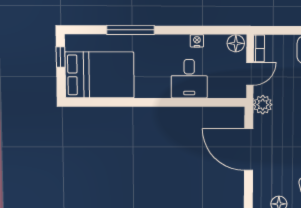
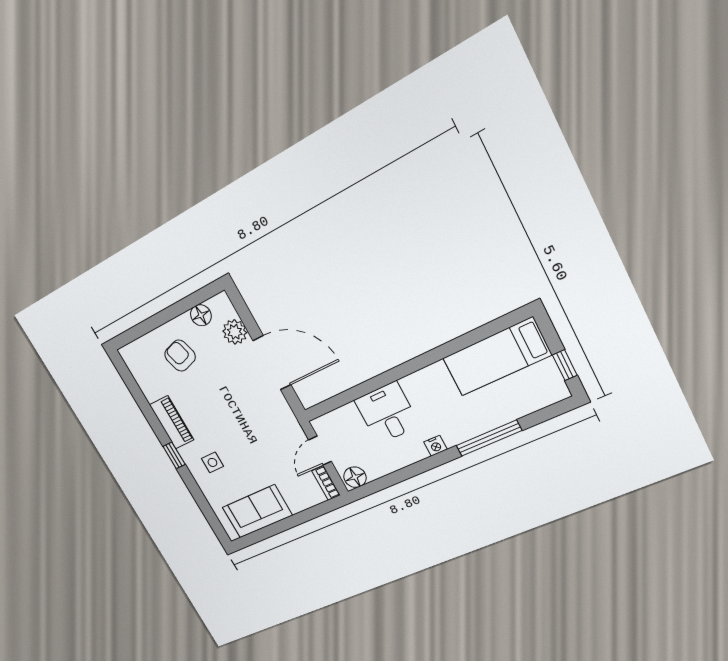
nightstand: (197, 41) -> (435, 446), moved
bed: (100, 75) -> (497, 357), width x0.67
plant: (263, 105) -> (235, 332), moved

